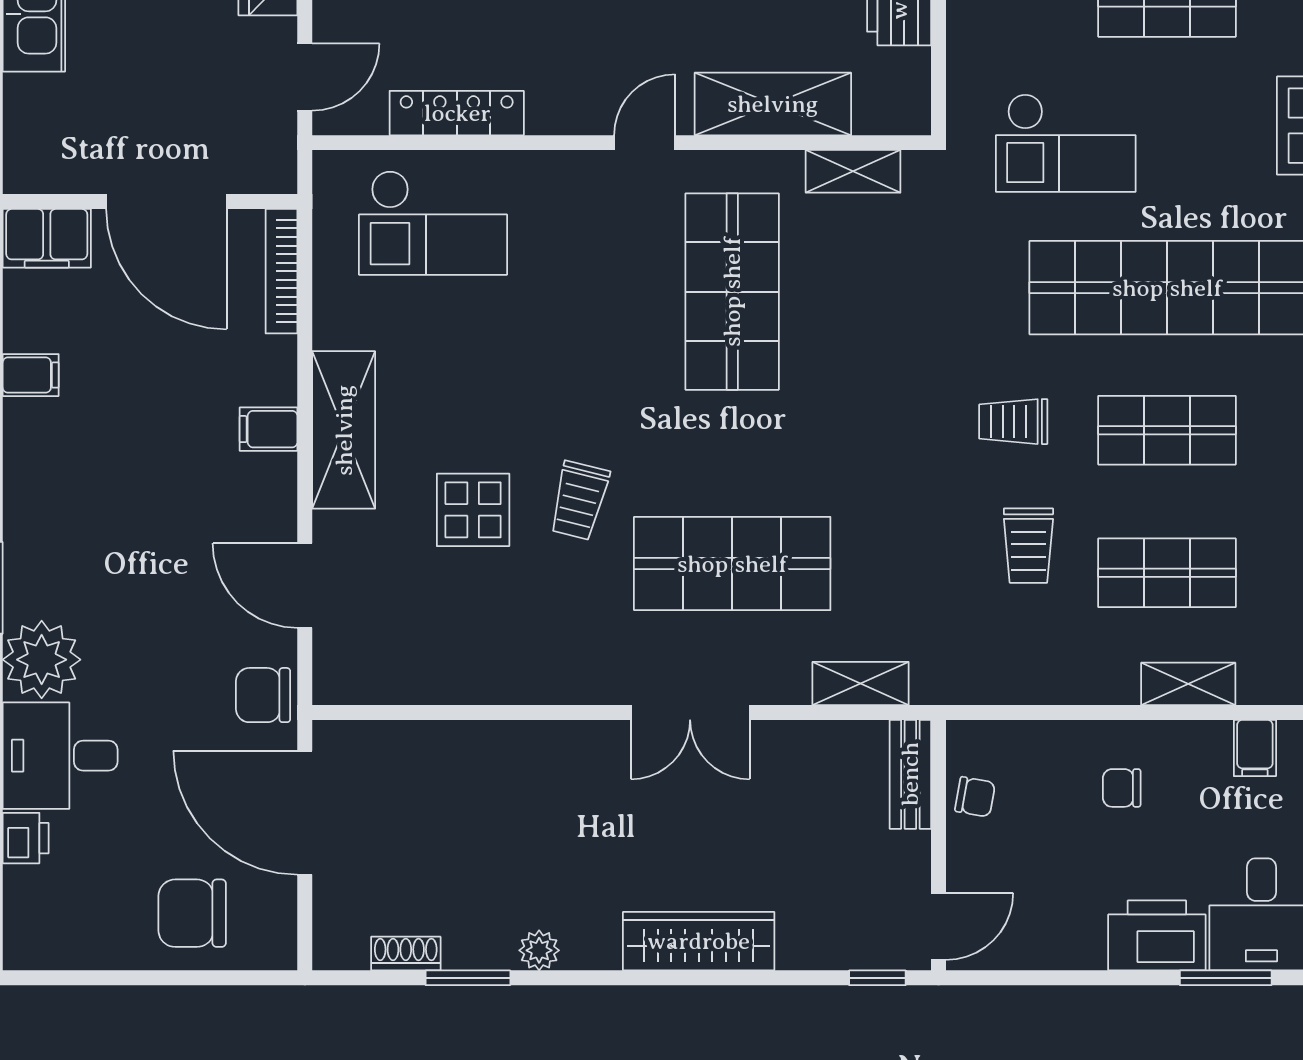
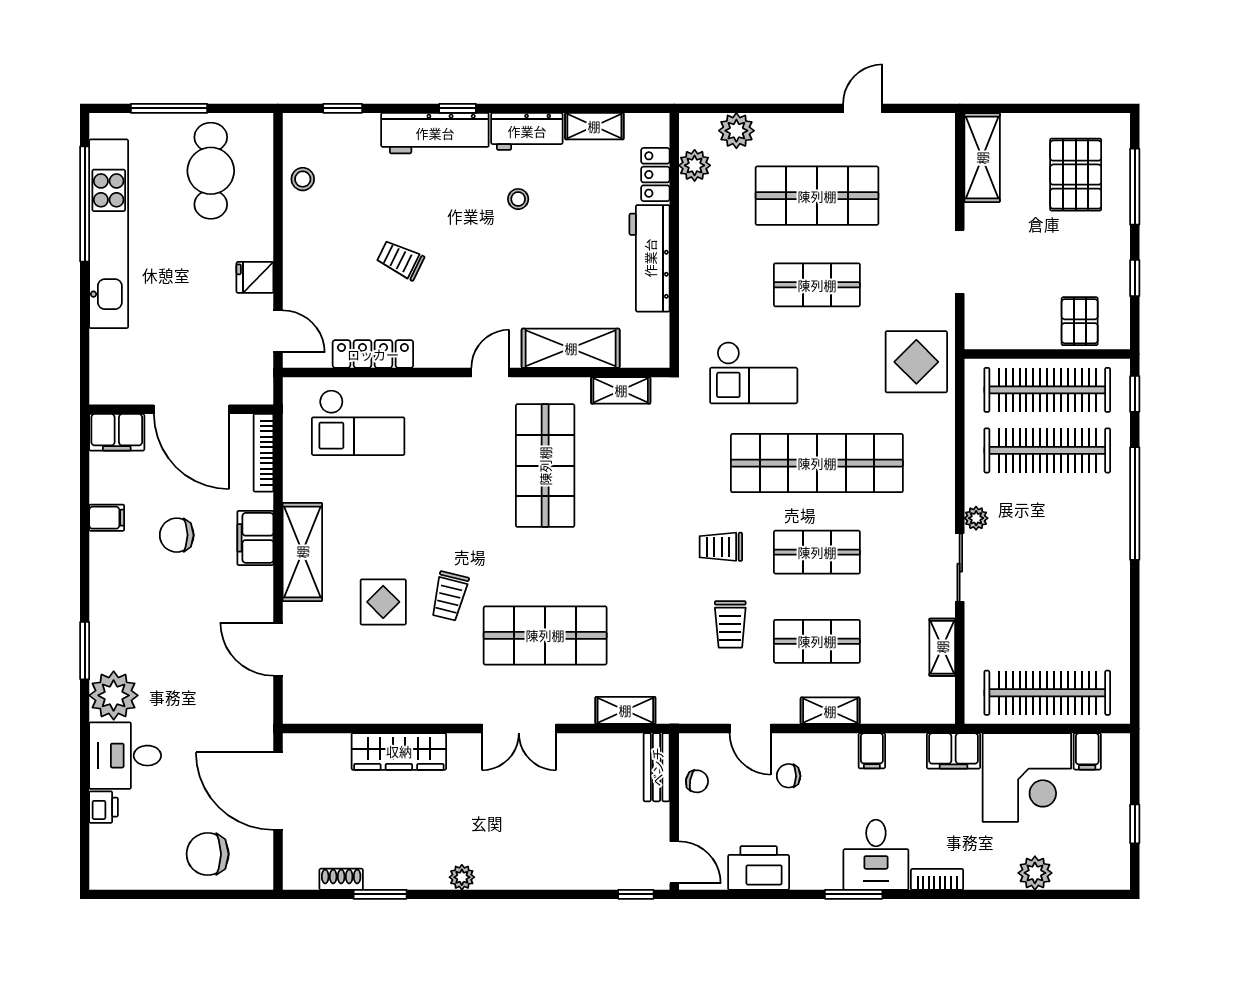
door: (305, 77) -> (278, 331), hinge flipped
filing cabinet: (269, 429) -> (255, 538), width x2.00
chair: (263, 695) -> (177, 535), moved
door: (1060, 712) -> (750, 729), added
door: (939, 926) -> (674, 862), hinge flipped
printer: (1157, 935) -> (759, 868), moved
wardrobe: (699, 941) -> (399, 751), moved, turned 180
plant: (539, 950) -> (462, 877), moved

